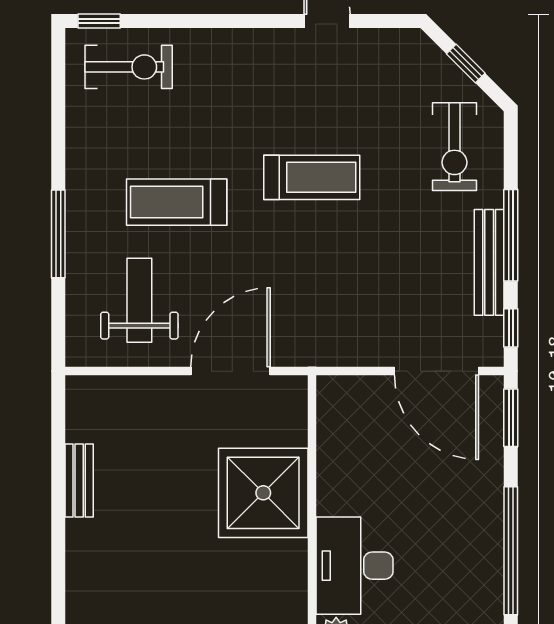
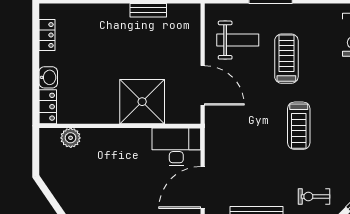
exercise bike: (454, 147) -> (314, 196), width x0.73, depth x0.72
desk: (355, 566) -> (176, 147), moved

